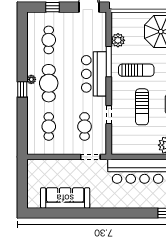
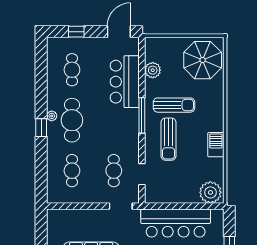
window: (109, 62) -> (142, 115), moved
bar counter: (94, 74) -> (125, 82), moved
sun lounger: (142, 107) -> (168, 139), moved
doorway: (109, 115) -> (142, 174), moved

